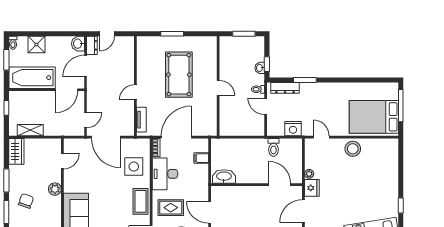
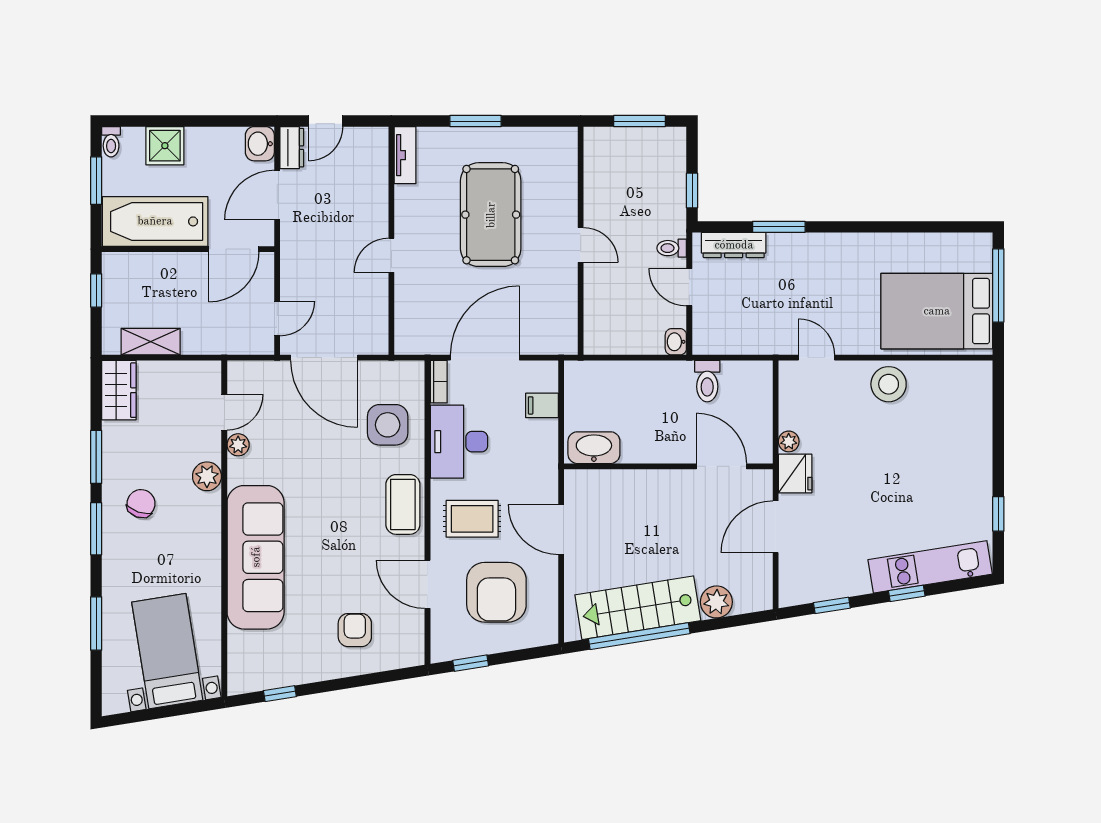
washbasin: (260, 68) -> (676, 342), moved
tv unit: (141, 120) -> (405, 155), moved
nightstand: (293, 129) -> (752, 338), removed
plant: (68, 175) -> (238, 445), added

